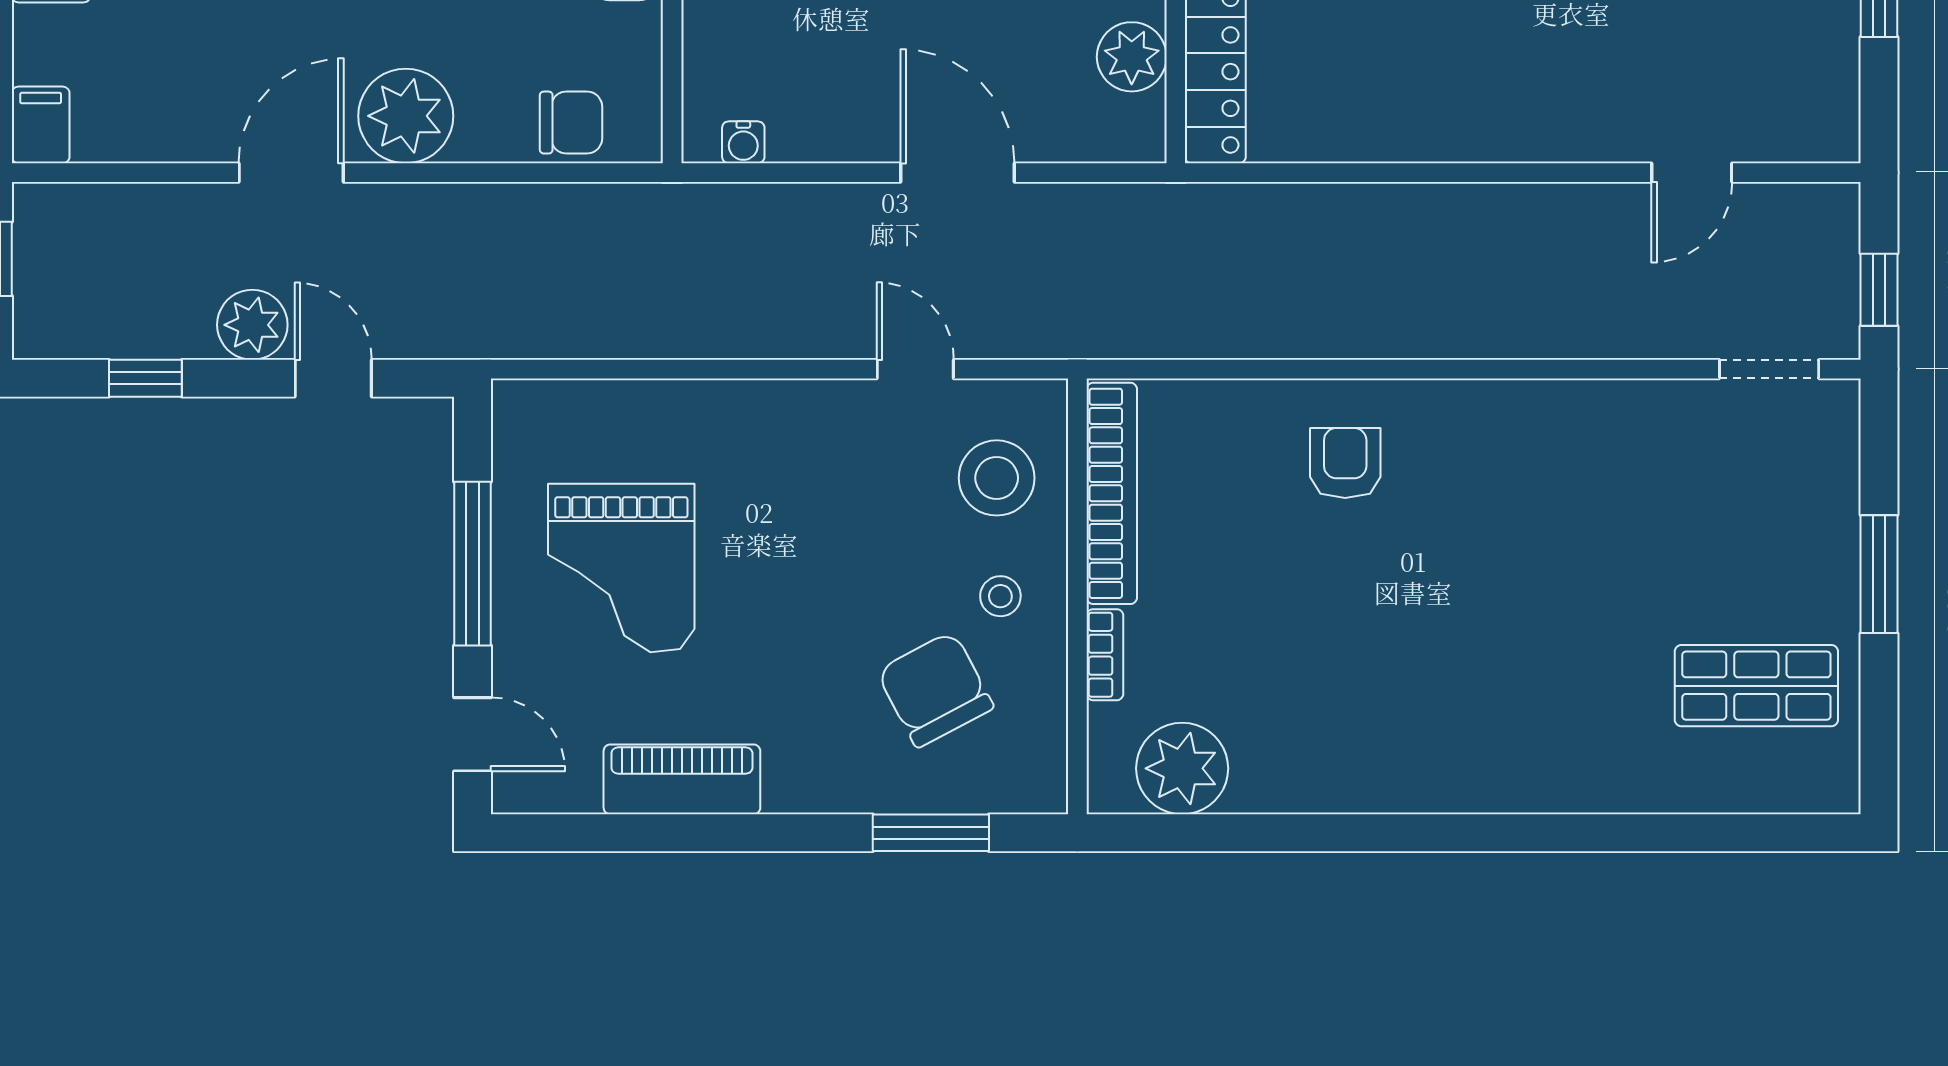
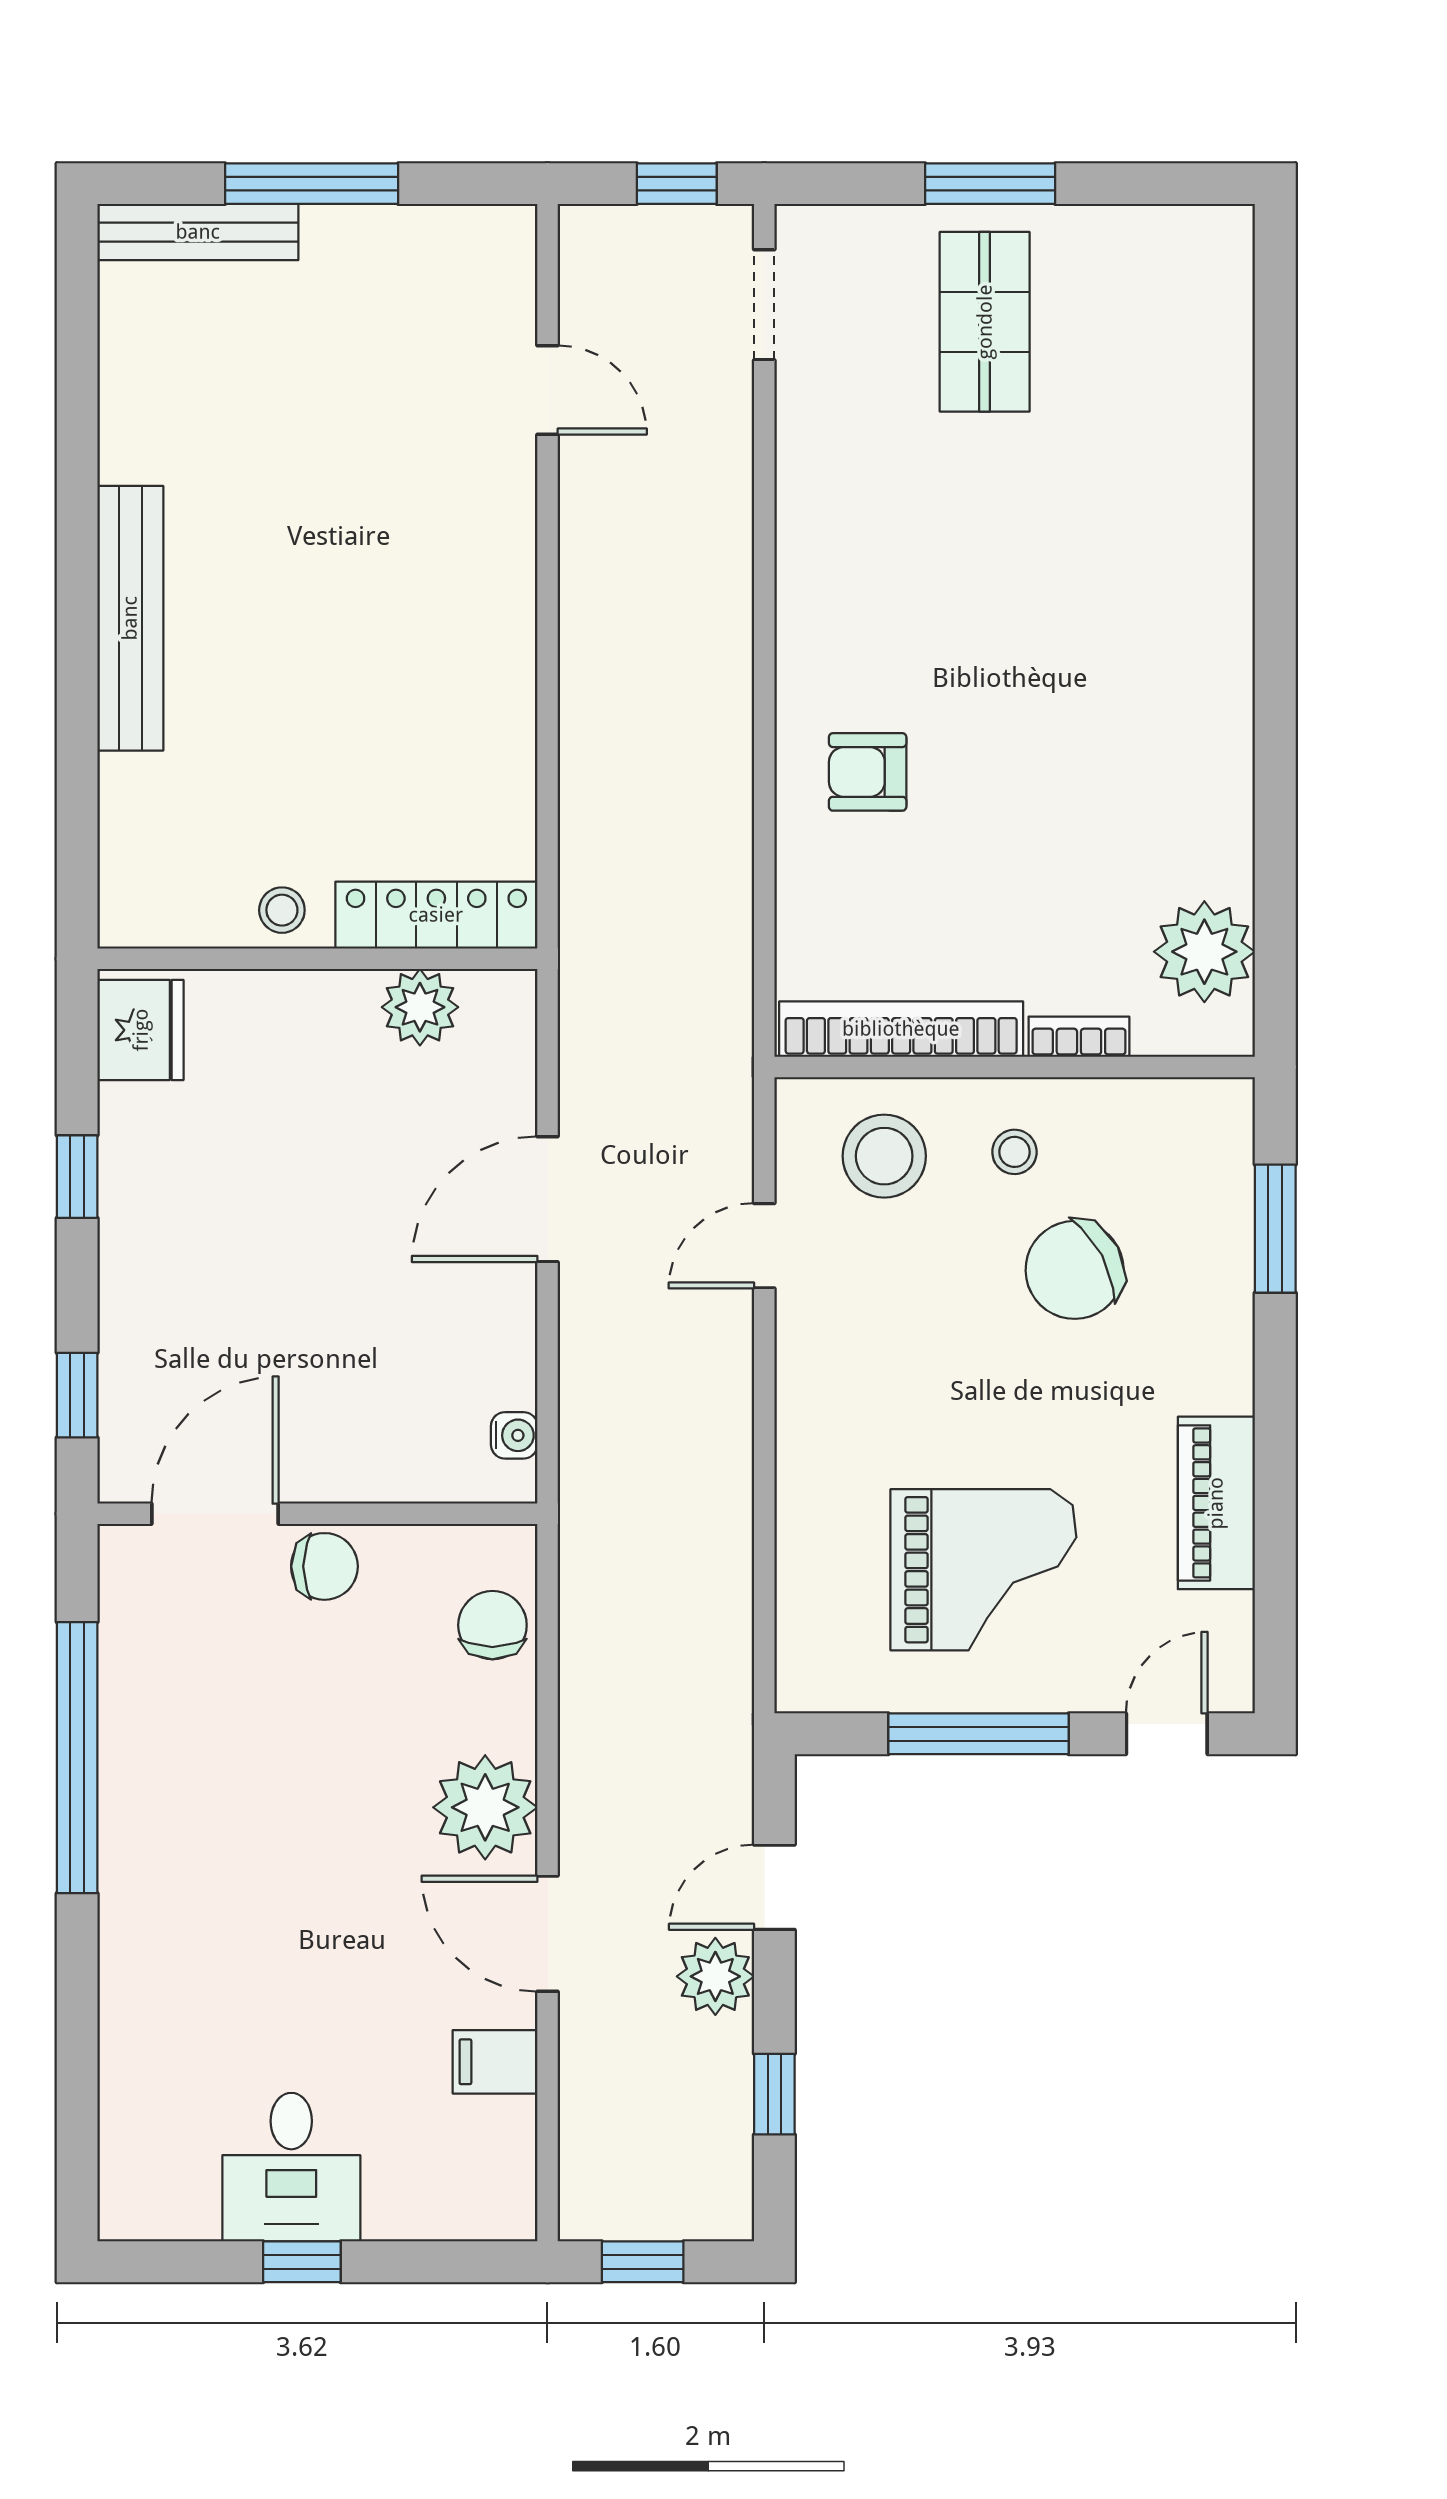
filing cabinet: (41, 125) -> (495, 2062), moved
shop shelf: (1756, 686) -> (985, 322), moved
chair: (935, 689) -> (1075, 1270), moved

